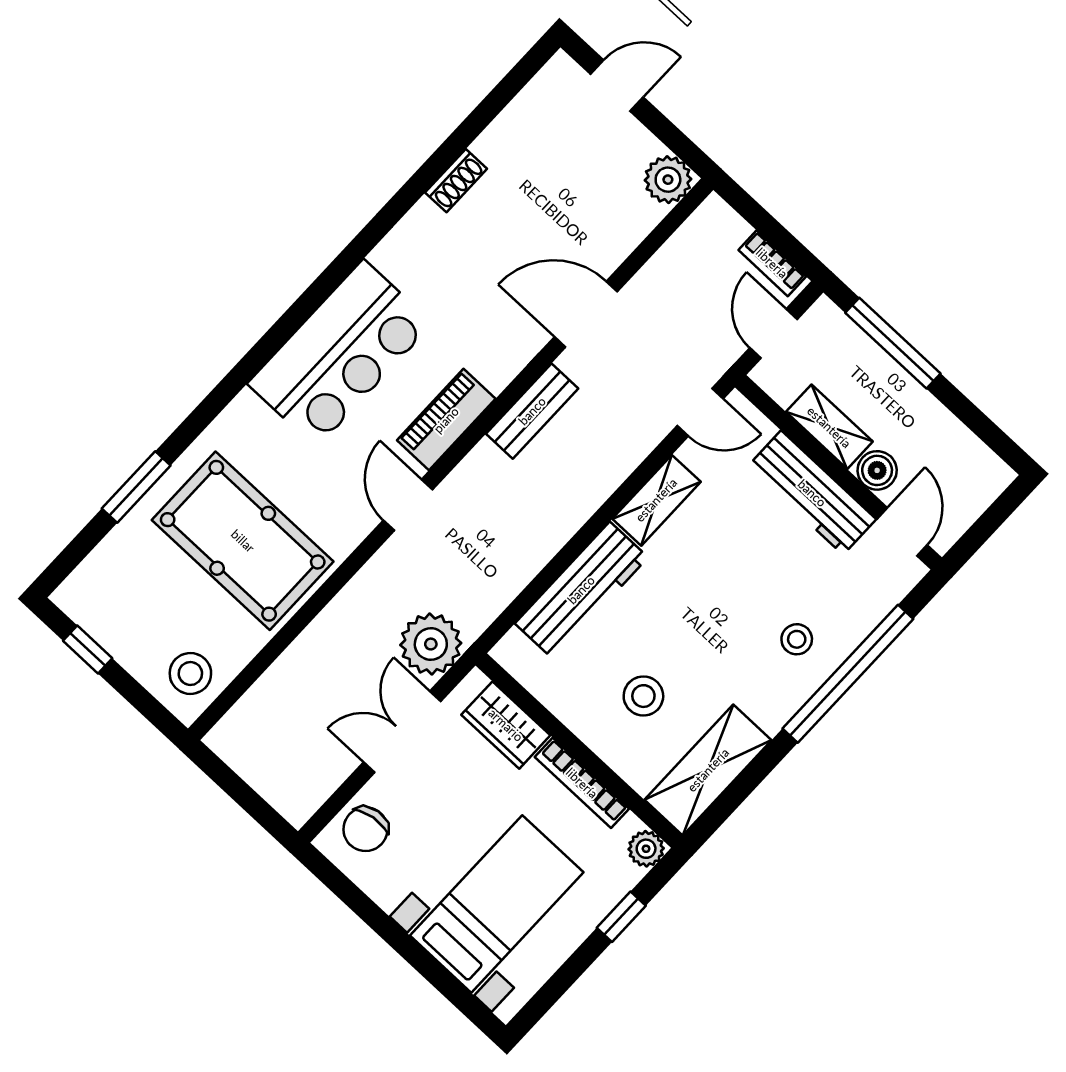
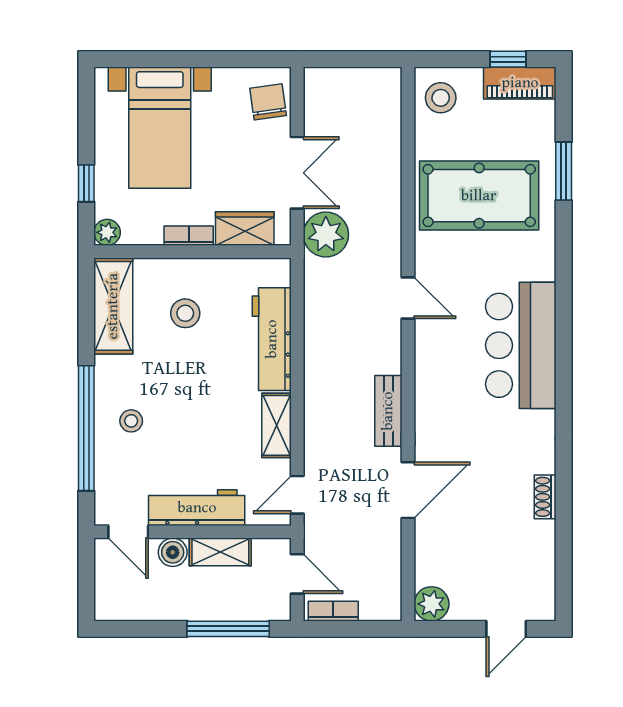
piano: (446, 420) -> (520, 83), moved, turned 90
bookcase: (582, 783) -> (189, 236), width x0.64

